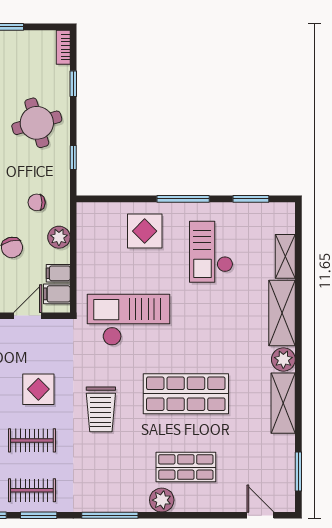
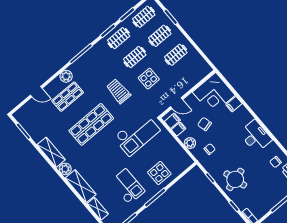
door: (28, 316) -> (177, 103), hinge flipped
door: (260, 515) -> (36, 92), moved

